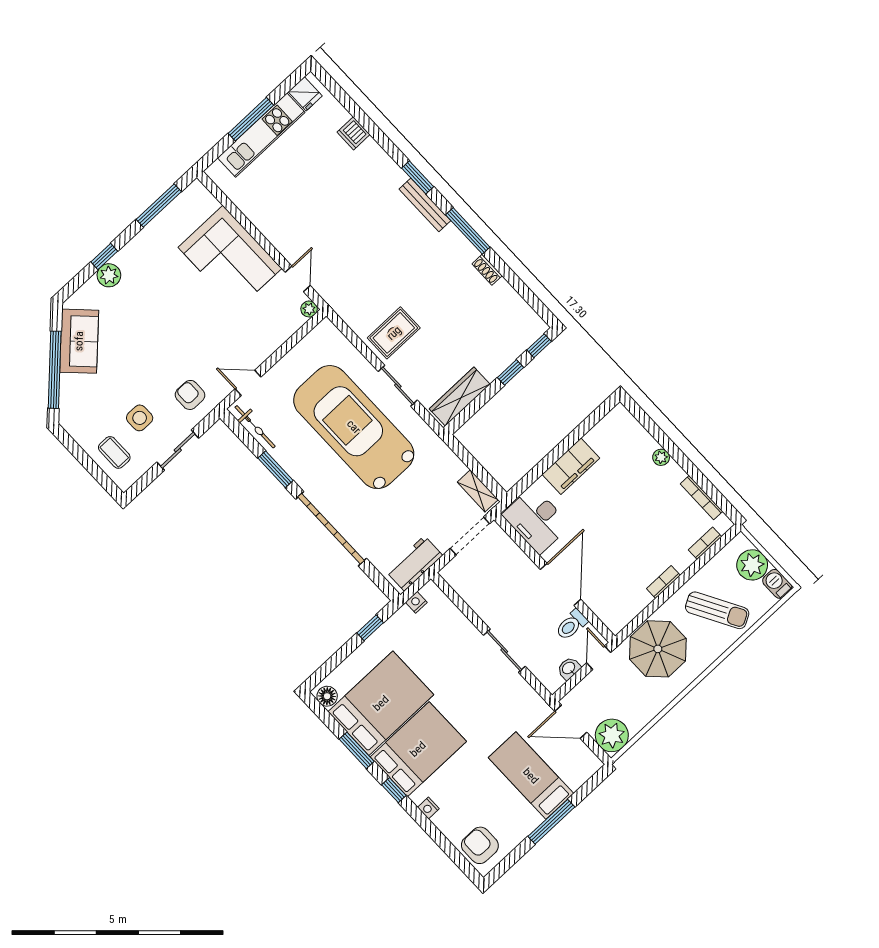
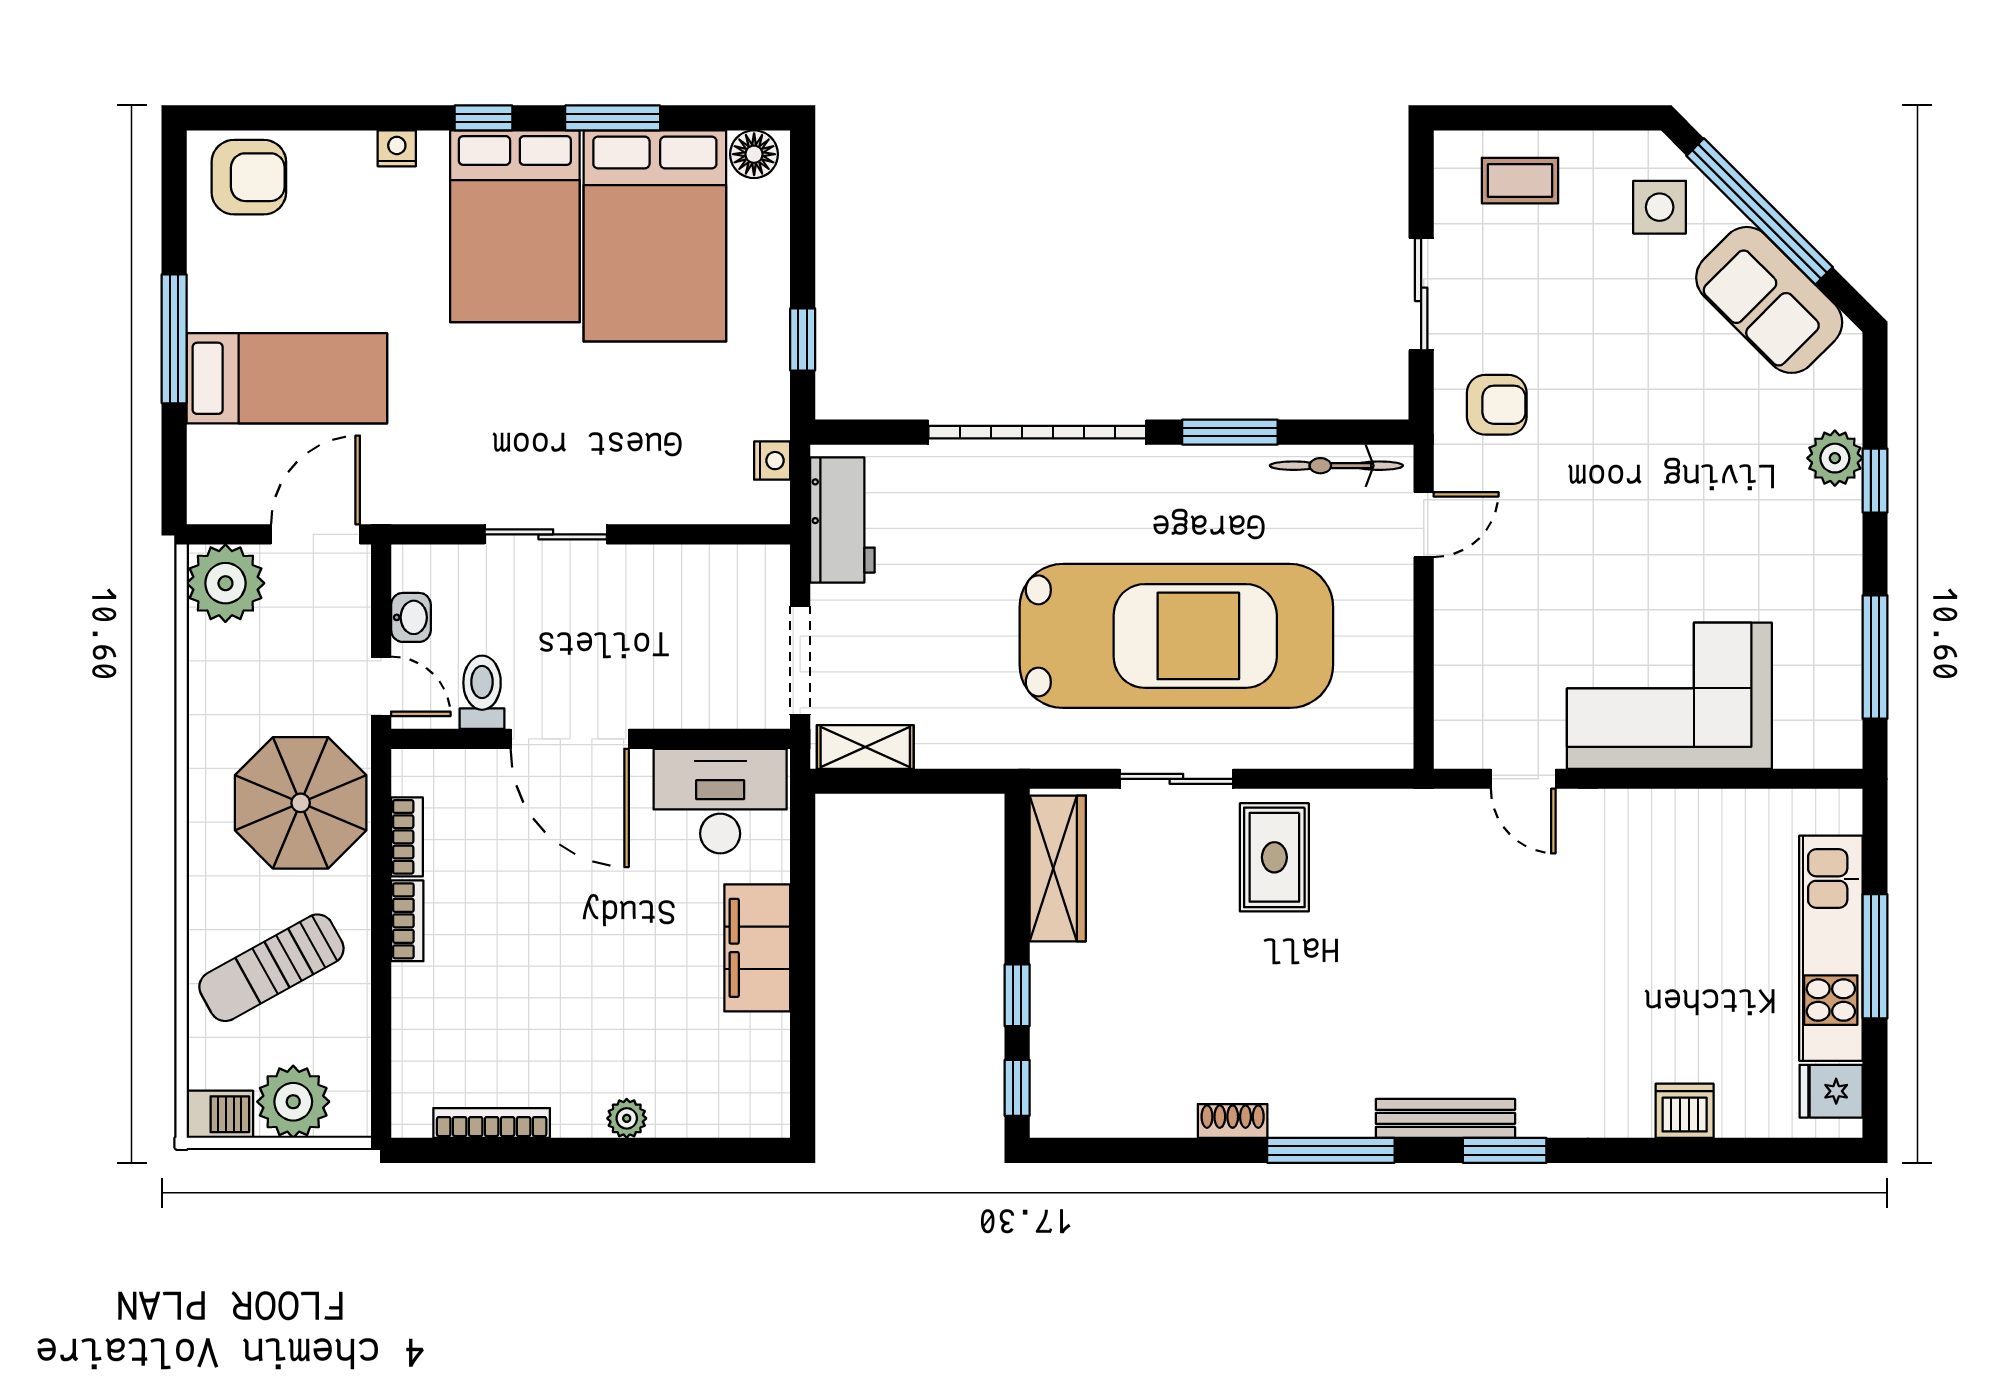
plant: (309, 309) -> (1453, 750), removed
side table: (140, 418) -> (1660, 207), moved
bookcase: (705, 543) -> (407, 837), moved

